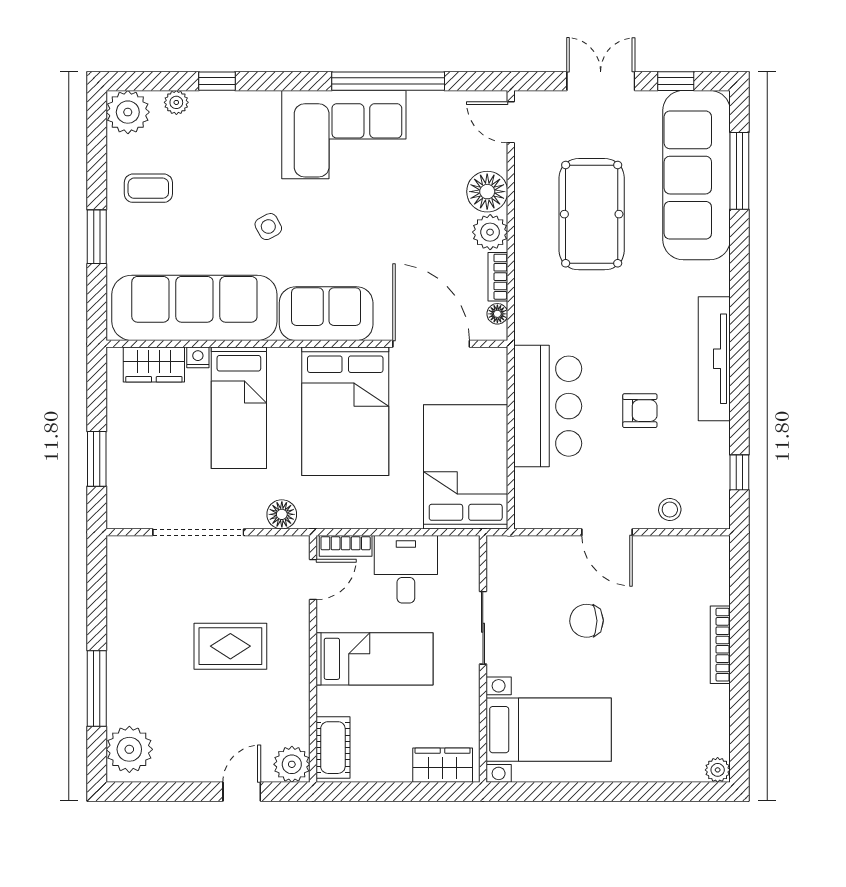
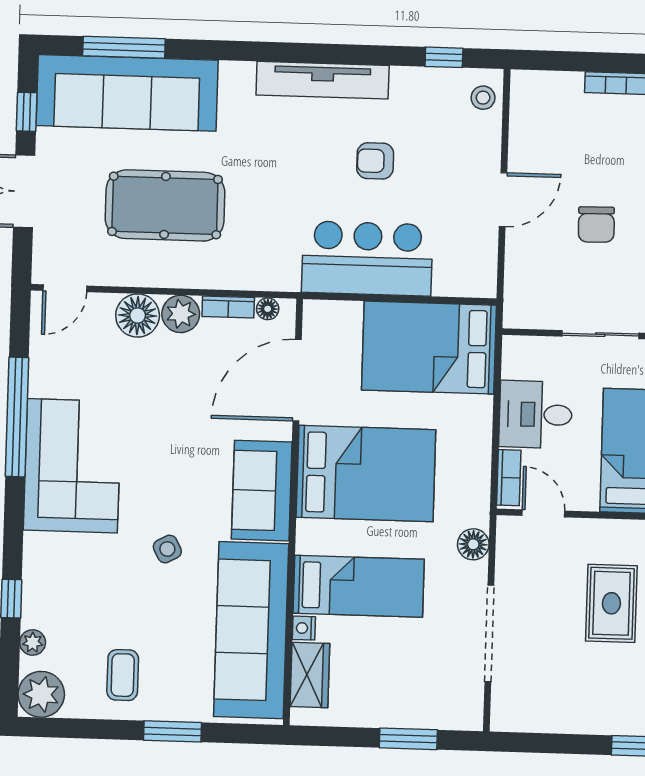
armchair: (640, 411) -> (375, 161), turned -90
stool: (670, 510) -> (483, 98), moved

